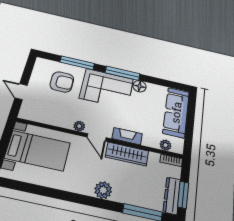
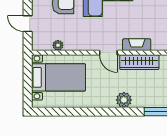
plant: (79, 126) -> (58, 45), moved

